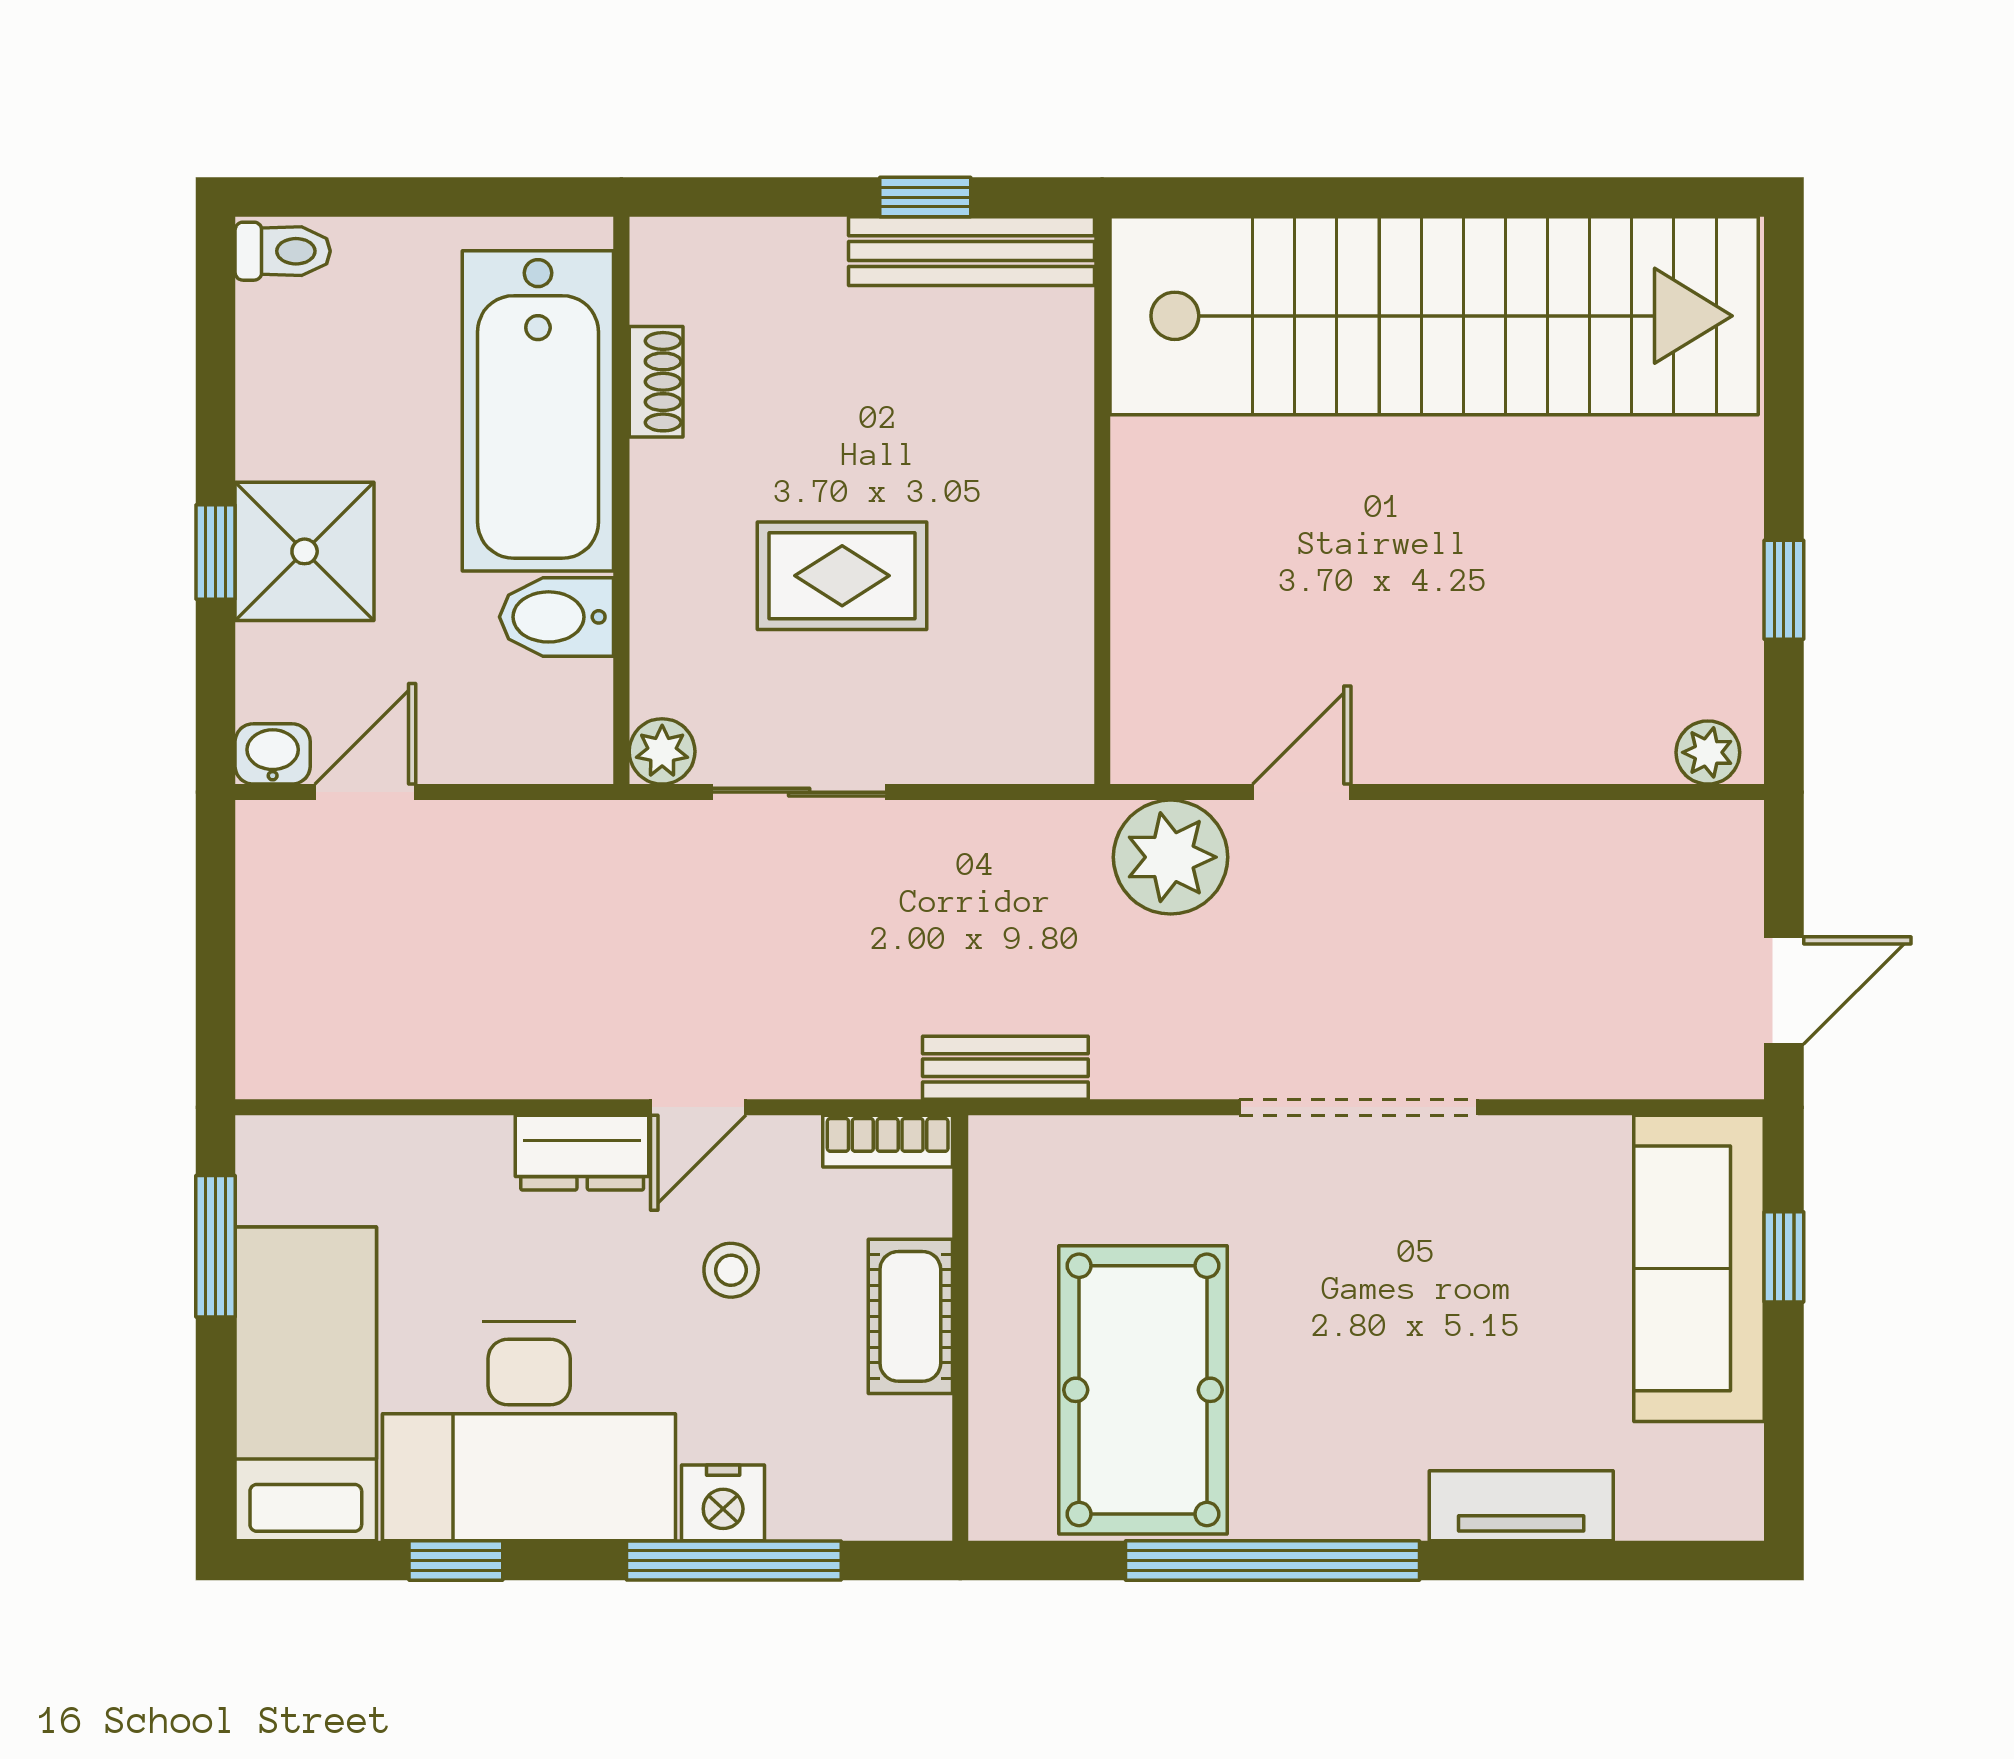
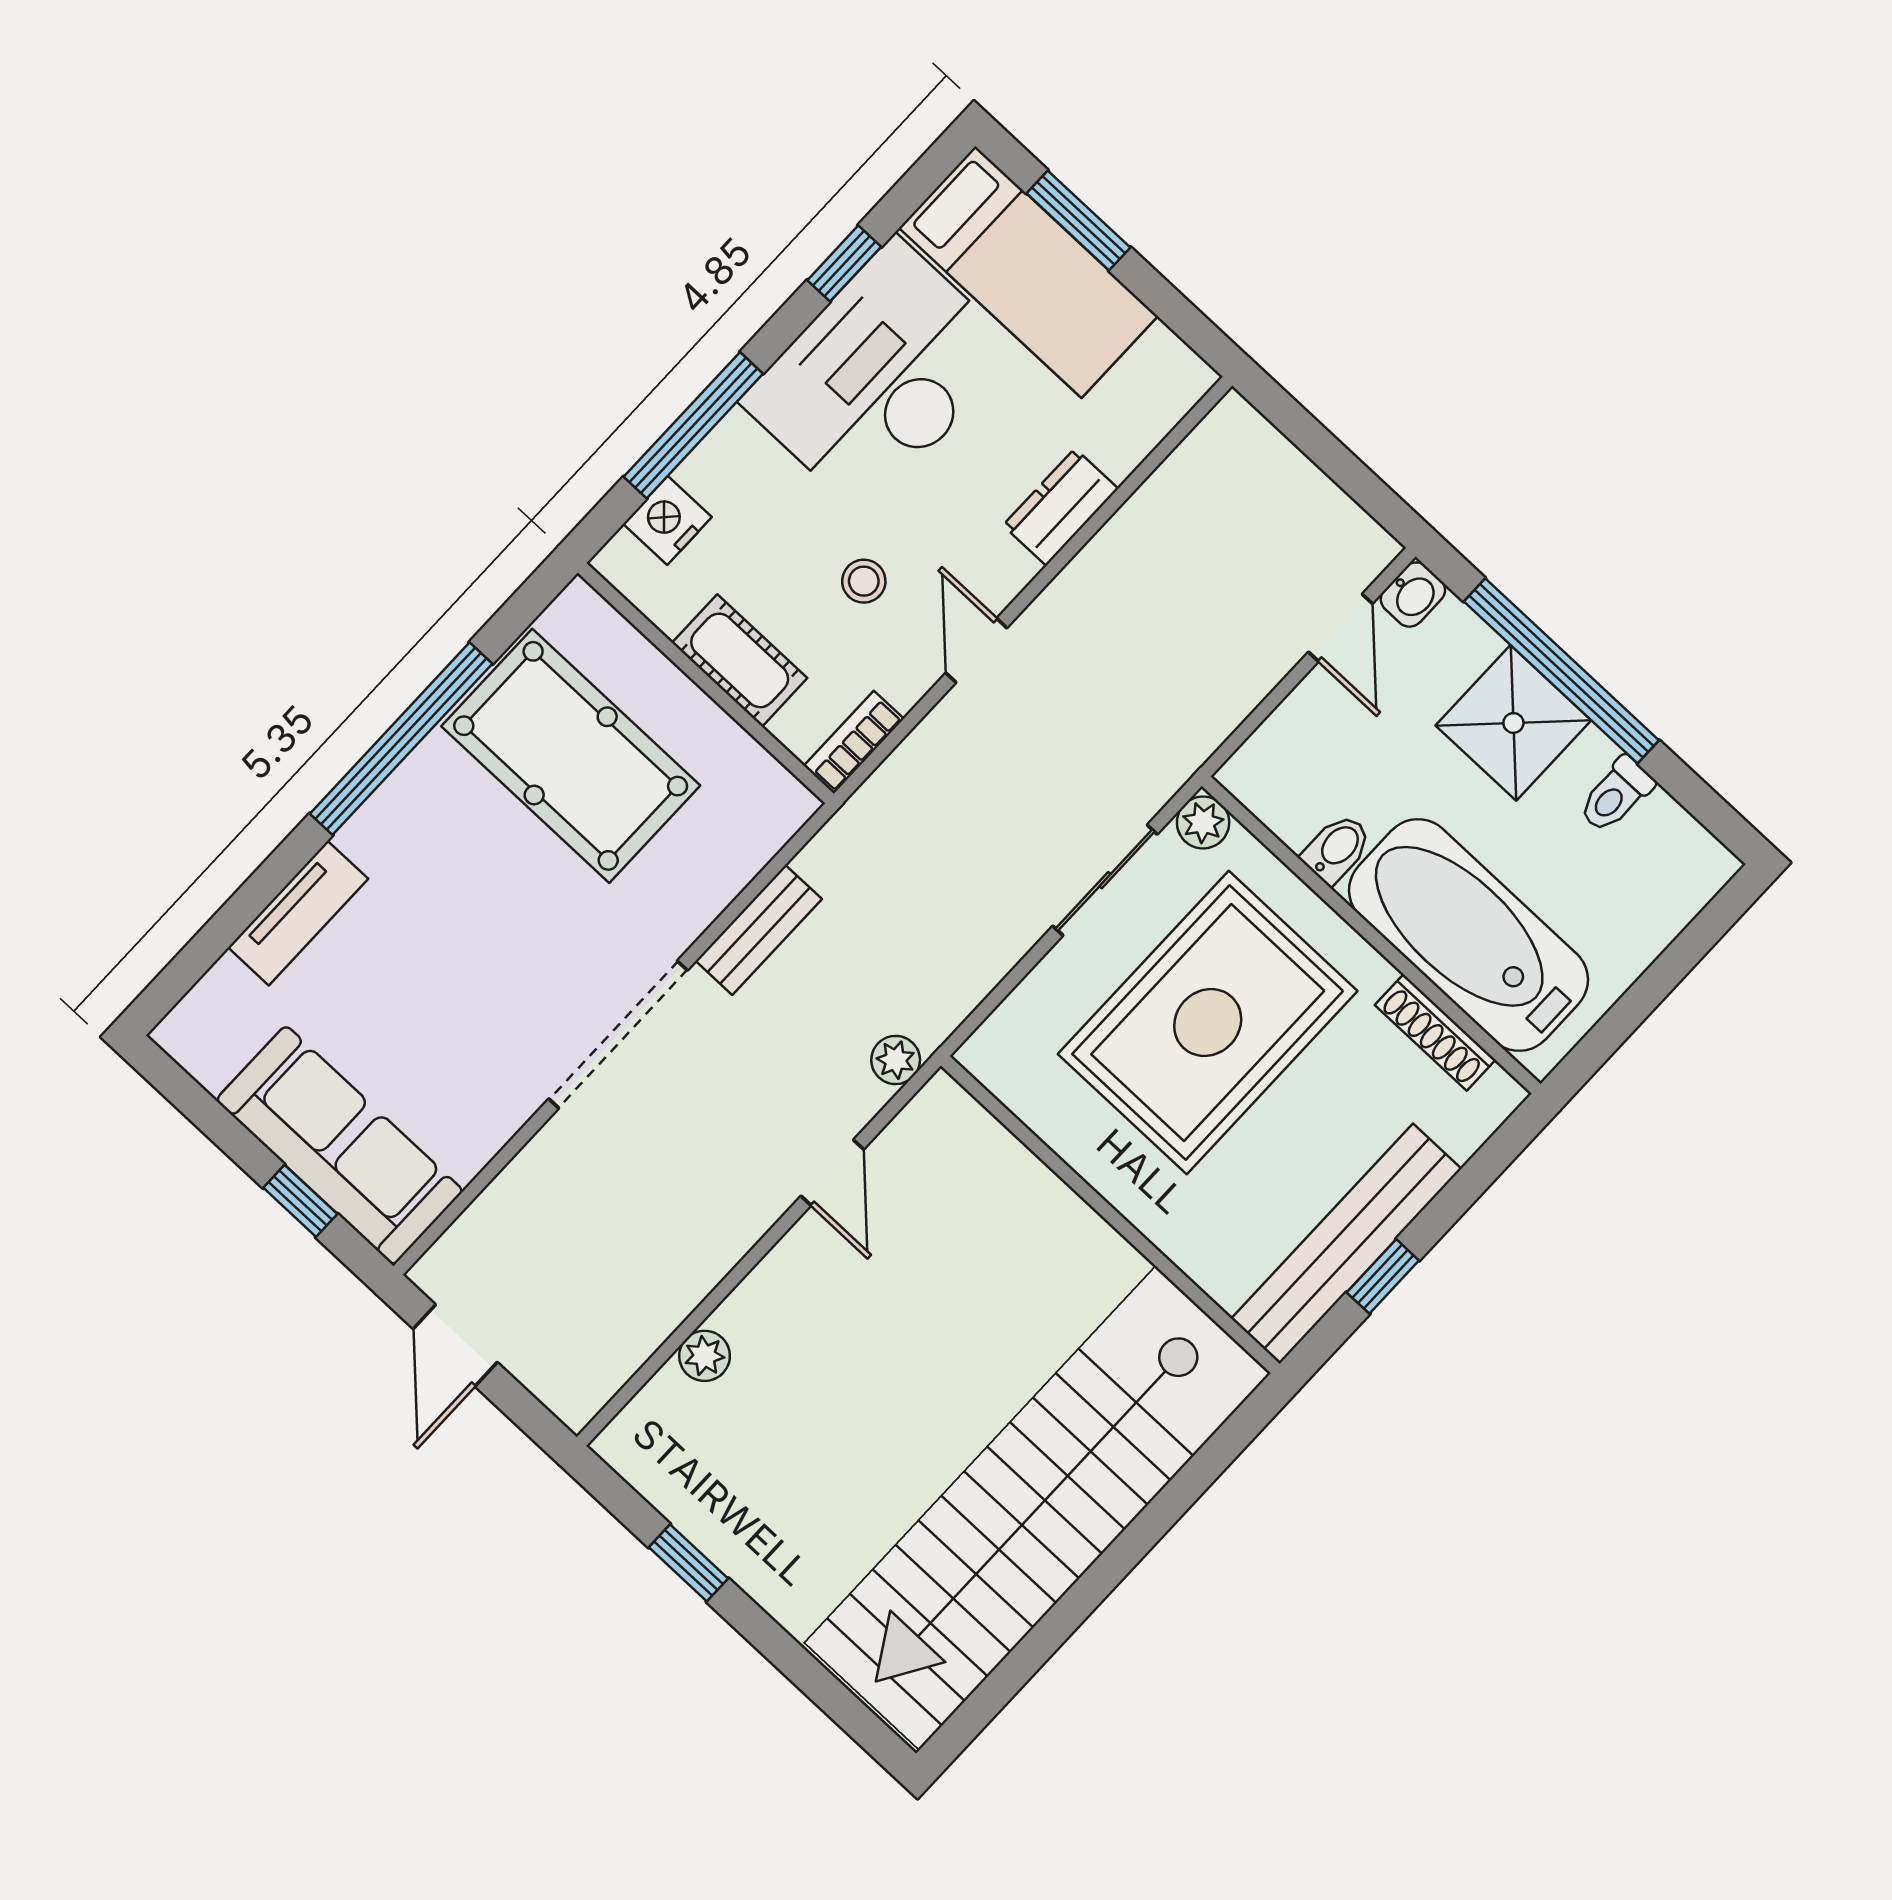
toilet: (283, 251) -> (1616, 795), moved
bench: (971, 251) -> (1346, 1244), width x1.37, depth x1.21
shoe rack: (656, 382) -> (1435, 1032), width x1.43
window: (215, 552) -> (1561, 671), width x3.17
rug: (842, 576) -> (1208, 1022), width x1.86, depth x2.06
bidet: (556, 617) -> (1337, 849), width x0.72, depth x0.74
plant: (1708, 752) -> (705, 1356), moved
plant: (1171, 857) -> (896, 1060), width x0.53, depth x0.53
bench: (1005, 1068) -> (759, 930), moved
dresser: (582, 1153) -> (1061, 507), moved
window: (215, 1246) -> (1078, 220), moved
nightstand: (723, 1503) -> (667, 520), moved

